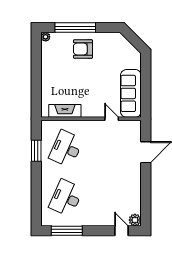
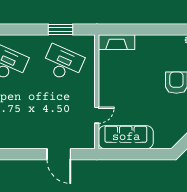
fireplace: (65, 111) -> (117, 42), moved, turned 90

